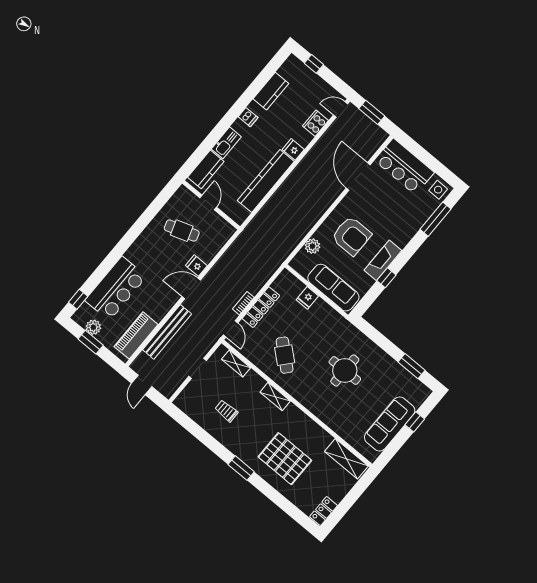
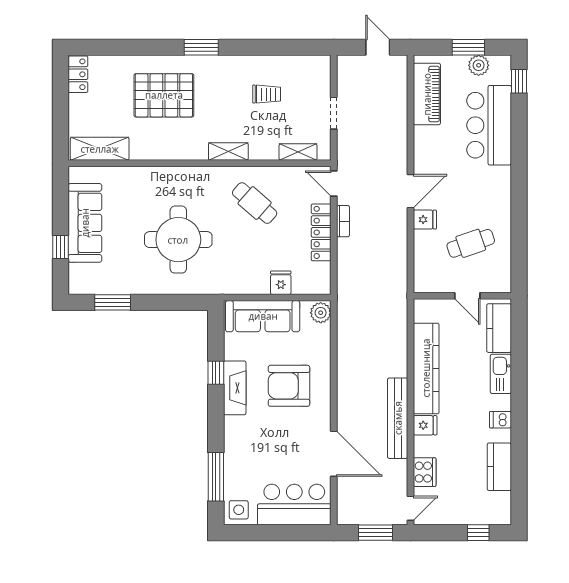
plant: (312, 246) -> (321, 313), moved
bench: (167, 332) -> (398, 418), moved
round table: (345, 371) -> (178, 240), width x1.36, depth x1.36

